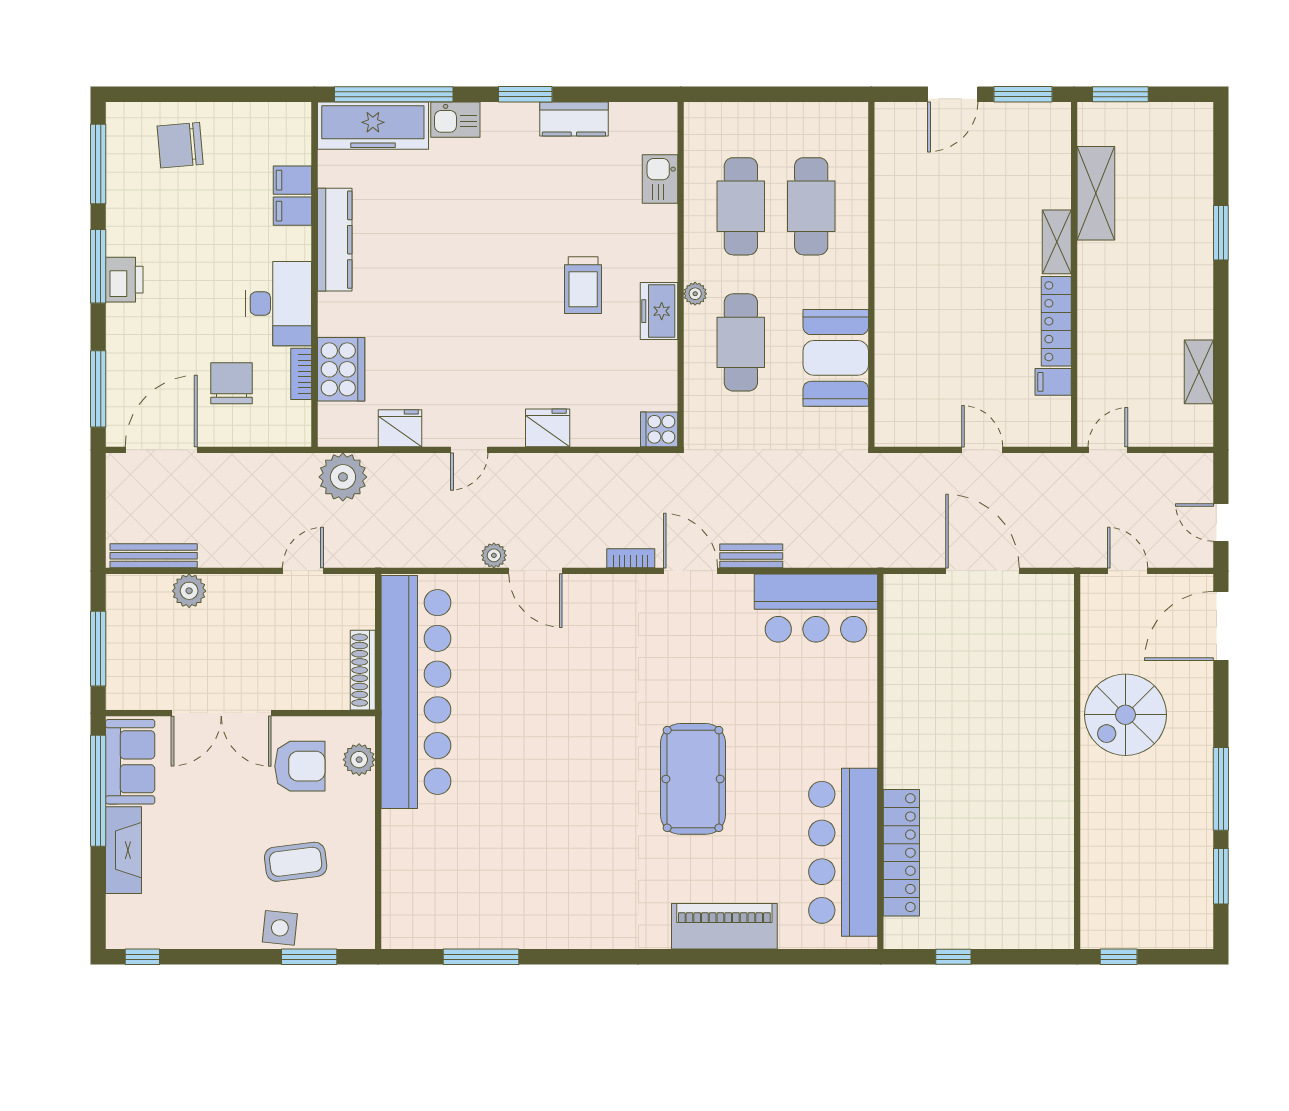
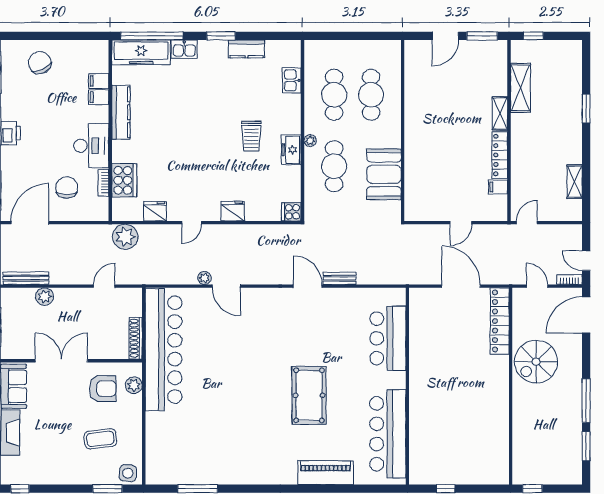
window: (1120, 94) -> (533, 36), width x0.67
chair: (180, 145) -> (40, 63), turned 71
door: (982, 450) -> (461, 223), swing flipped
bookcase: (631, 558) -> (570, 280), moved
bar counter: (816, 608) -> (388, 338), moved, turned 90
double door: (221, 713) -> (61, 361), swing flipped
locker: (901, 853) -> (500, 321), moved, turned 180
side table: (280, 928) -> (128, 473), moved

